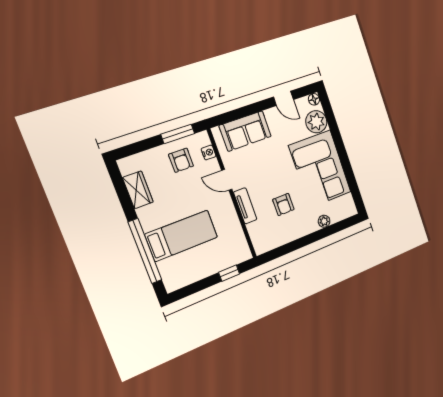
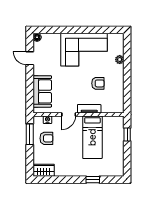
door: (284, 98) -> (30, 58), swing flipped
plant: (316, 122) -> (52, 41), removed
wardrobe: (138, 190) -> (44, 170), moved
bed: (182, 236) -> (92, 137), moved, turned 180
window: (145, 251) -> (93, 180), width x0.32

